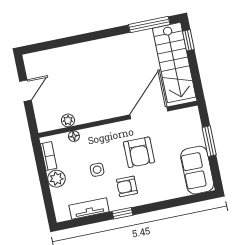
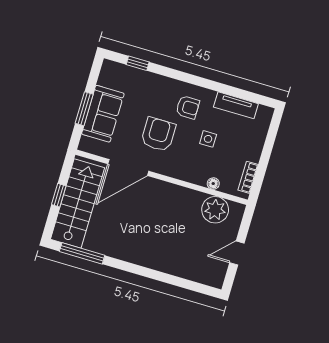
window: (188, 40) -> (59, 195), moved
plant: (68, 120) -> (215, 210), width x1.88, depth x1.88
sofa: (197, 170) -> (103, 114), moved
plant: (56, 179) -> (252, 151), removed
window: (123, 213) -> (138, 63), moved

